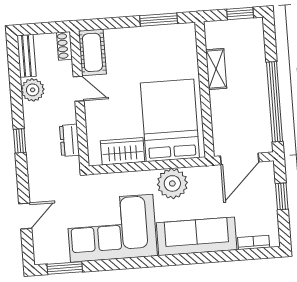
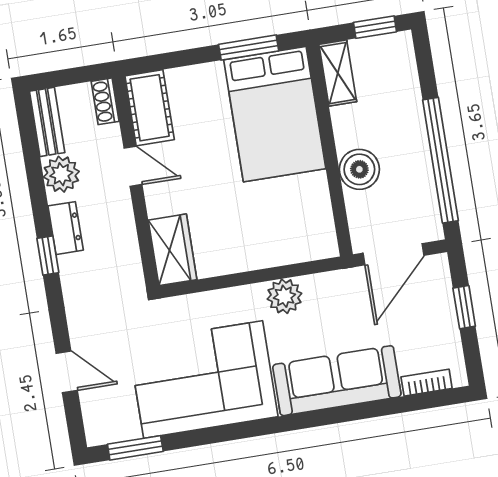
shelving: (216, 69) -> (338, 73), moved
boiler: (223, 103) -> (359, 169), added
bed: (170, 120) -> (275, 114), moved, turned 180
dresser: (69, 140) -> (66, 228), moved, turned 180
wardrobe: (123, 151) -> (173, 250), moved, turned 90
plant: (172, 183) -> (284, 296), width x0.73, depth x0.73
door: (25, 216) -> (67, 372), hinge flipped

